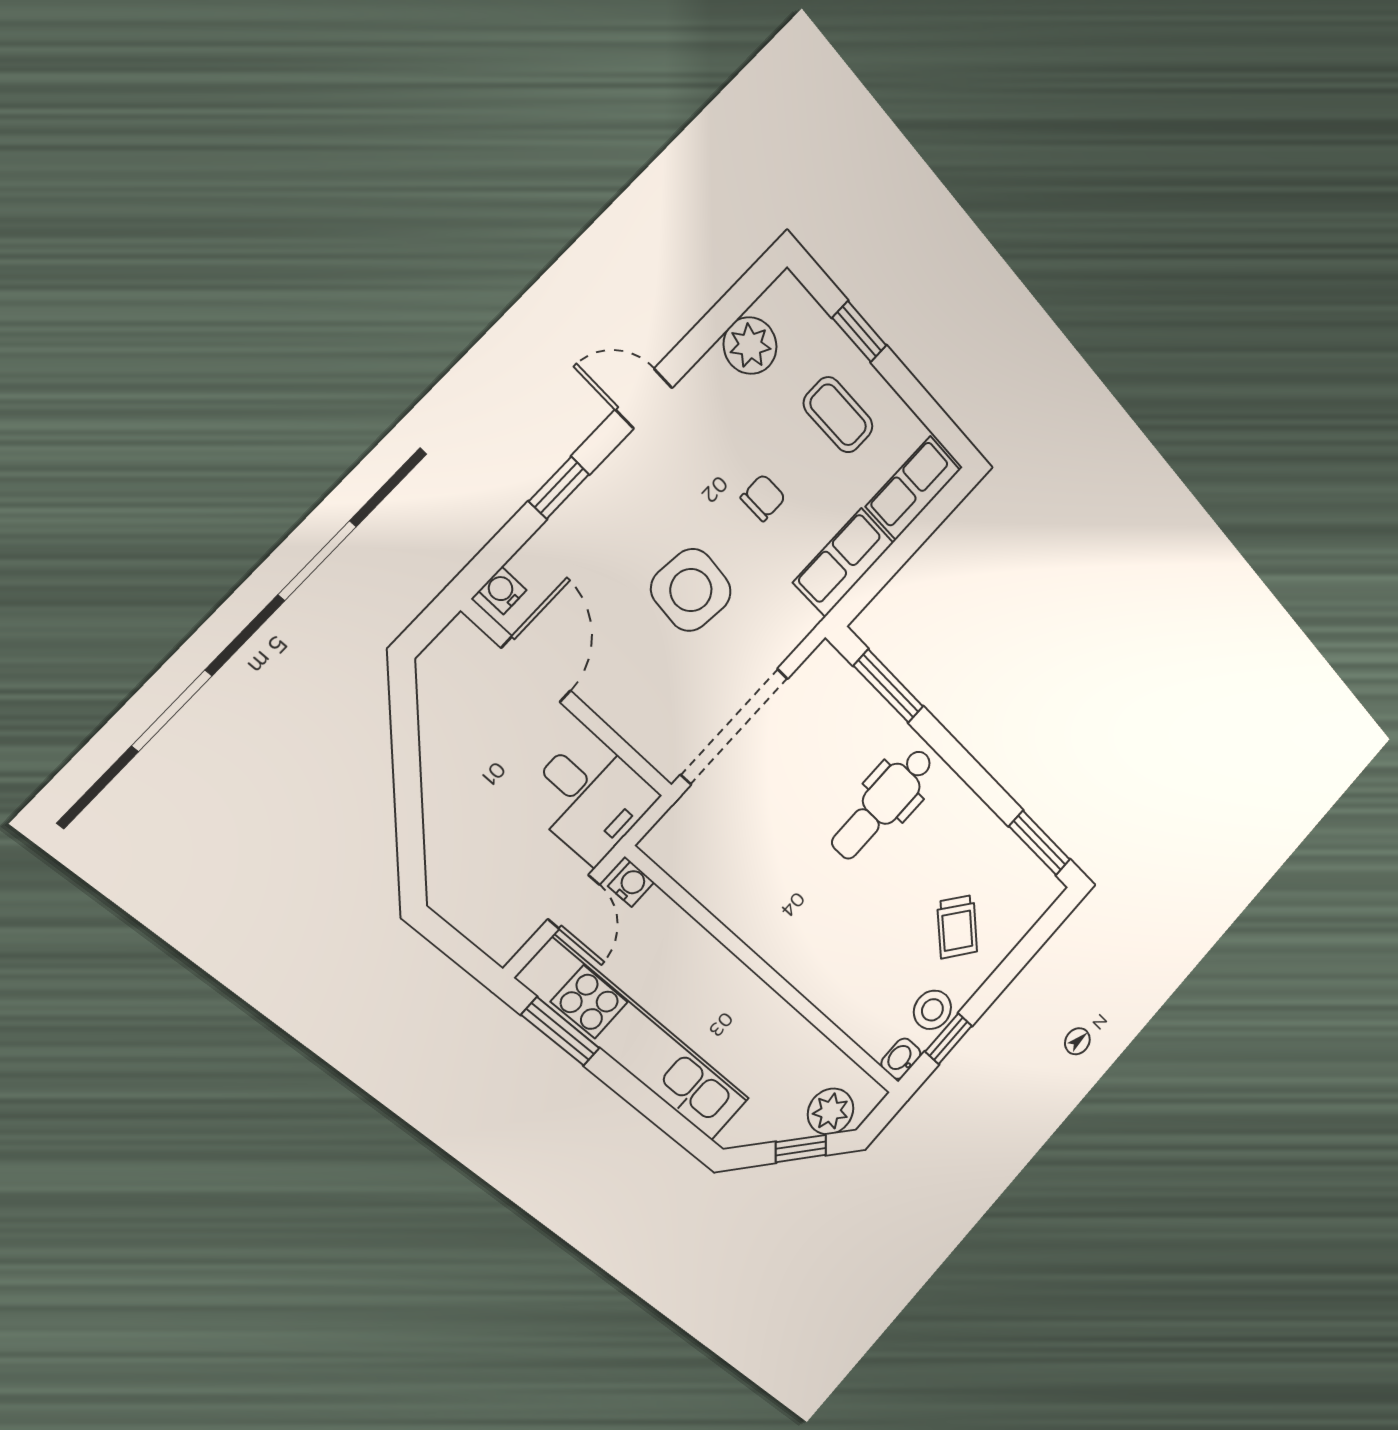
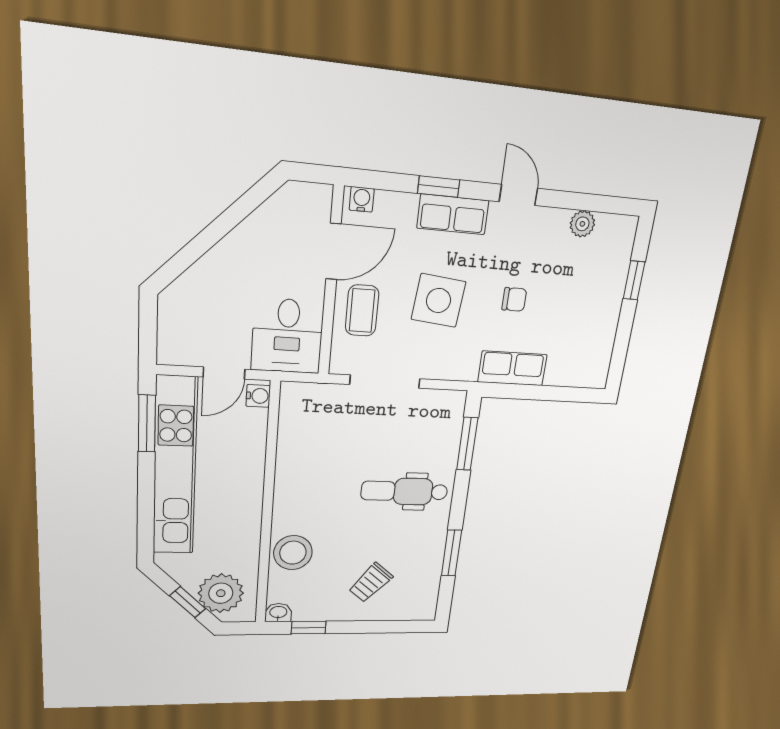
plant: (750, 346) -> (582, 224), width x0.73, depth x0.73
coffee table: (838, 415) -> (362, 311), moved
row of seats: (913, 488) -> (453, 214), moved, turned 180
doorway: (734, 726) -> (385, 382), width x0.73
window: (1040, 843) -> (451, 553), moved
stool: (932, 1010) -> (293, 553), moved, width x1.38, depth x1.38
plant: (831, 1111) -> (221, 593), width x1.36, depth x1.36

